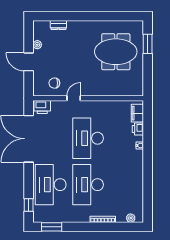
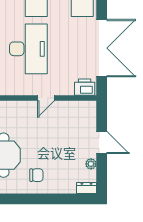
dresser: (58, 25) -> (86, 188), moved
chair: (54, 83) -> (36, 175), moved

